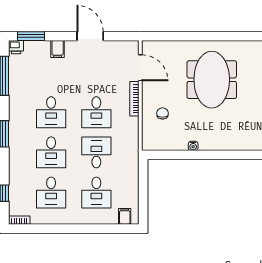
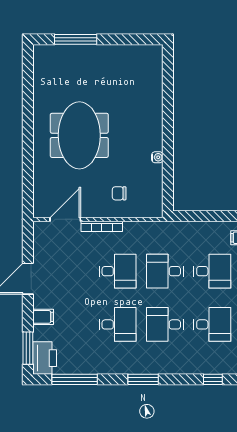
printer: (16, 47) -> (45, 358), width x1.87, depth x1.48
meeting table: (212, 80) -> (79, 135), turned 90
desk: (51, 152) -> (165, 324), turned 180

